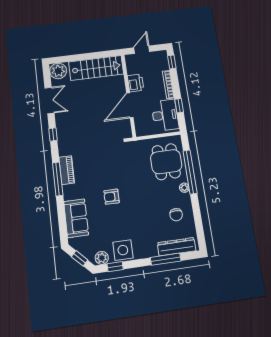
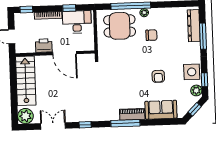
piano: (67, 170) -> (132, 114), moved
armchair: (112, 197) -> (158, 76), moved
chair: (176, 215) -> (151, 35), moved

